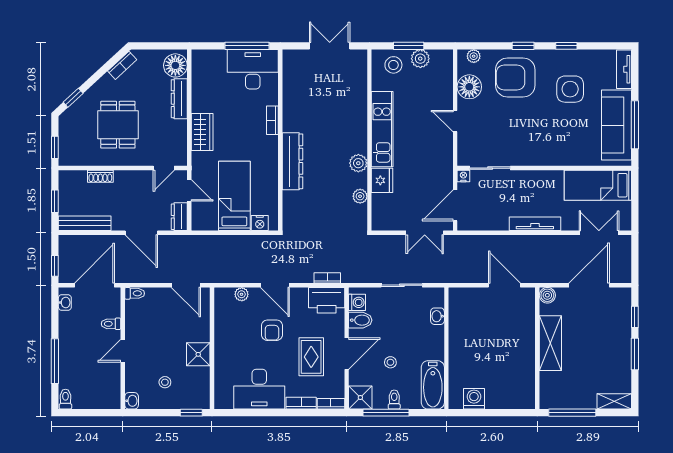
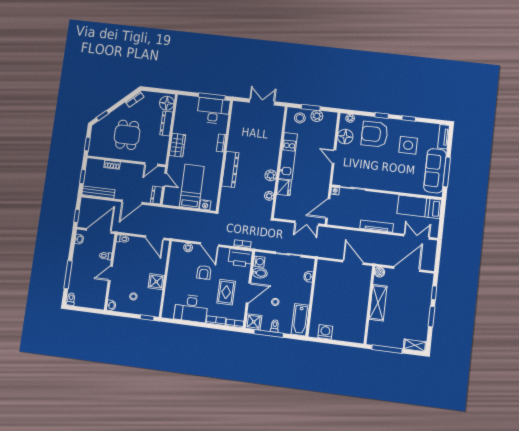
door: (141, 233) -> (132, 202), hinge flipped

